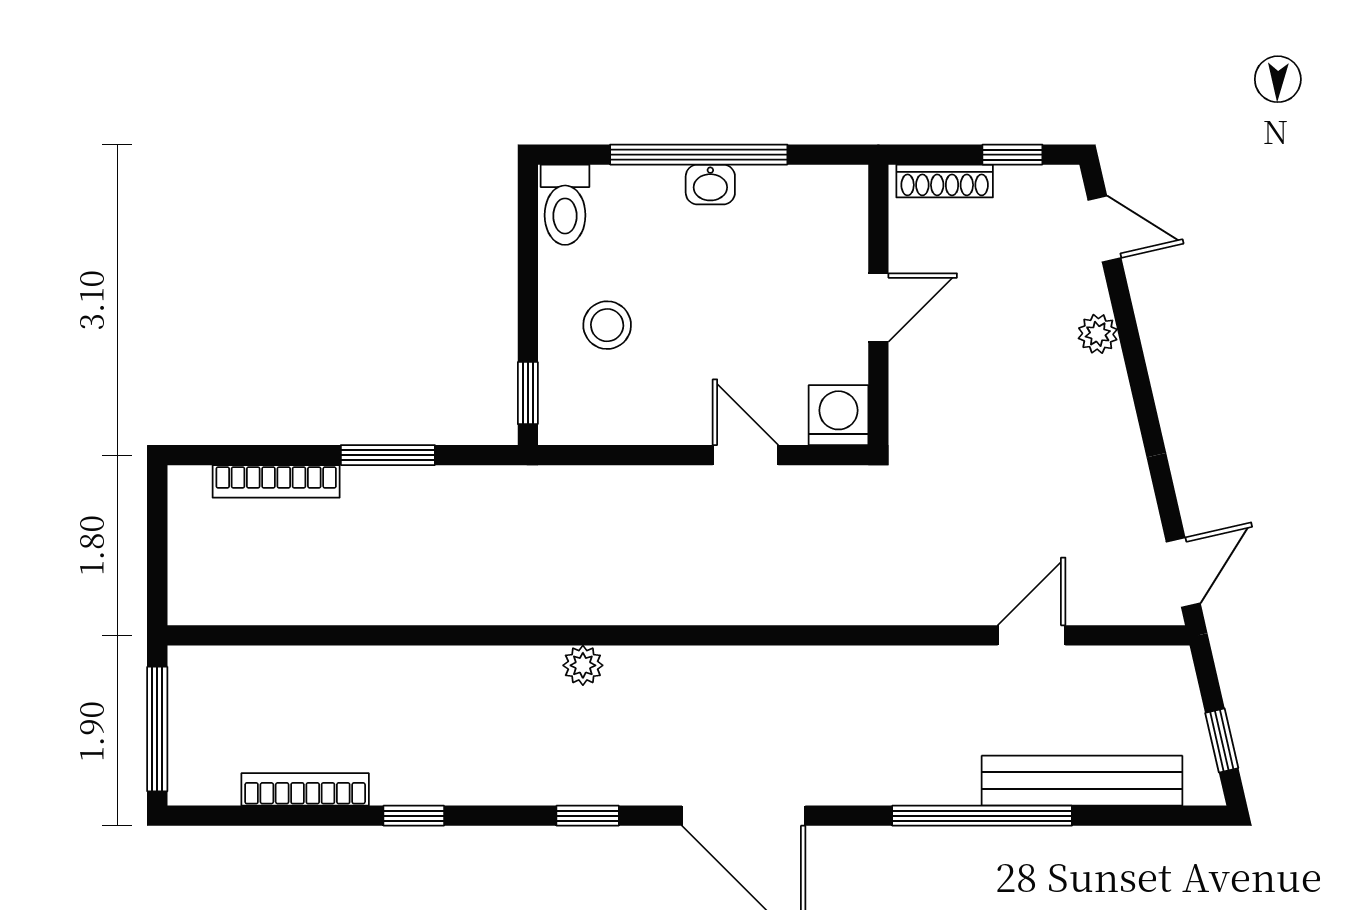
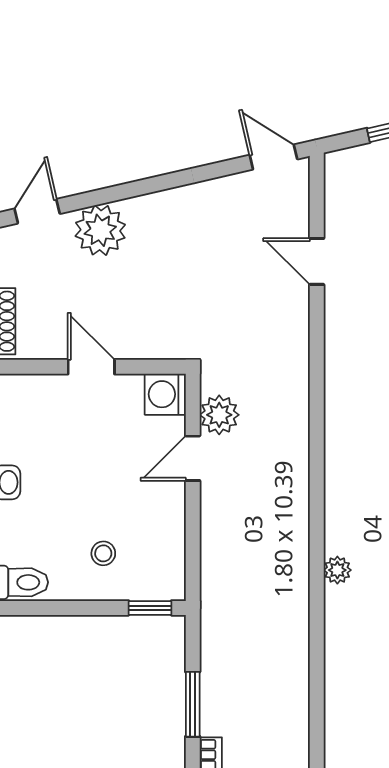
stool: (607, 325) -> (103, 553), width x0.73, depth x0.73
plant: (1098, 334) -> (100, 230), width x1.88, depth x1.88
plant: (808, 494) -> (219, 415), added

